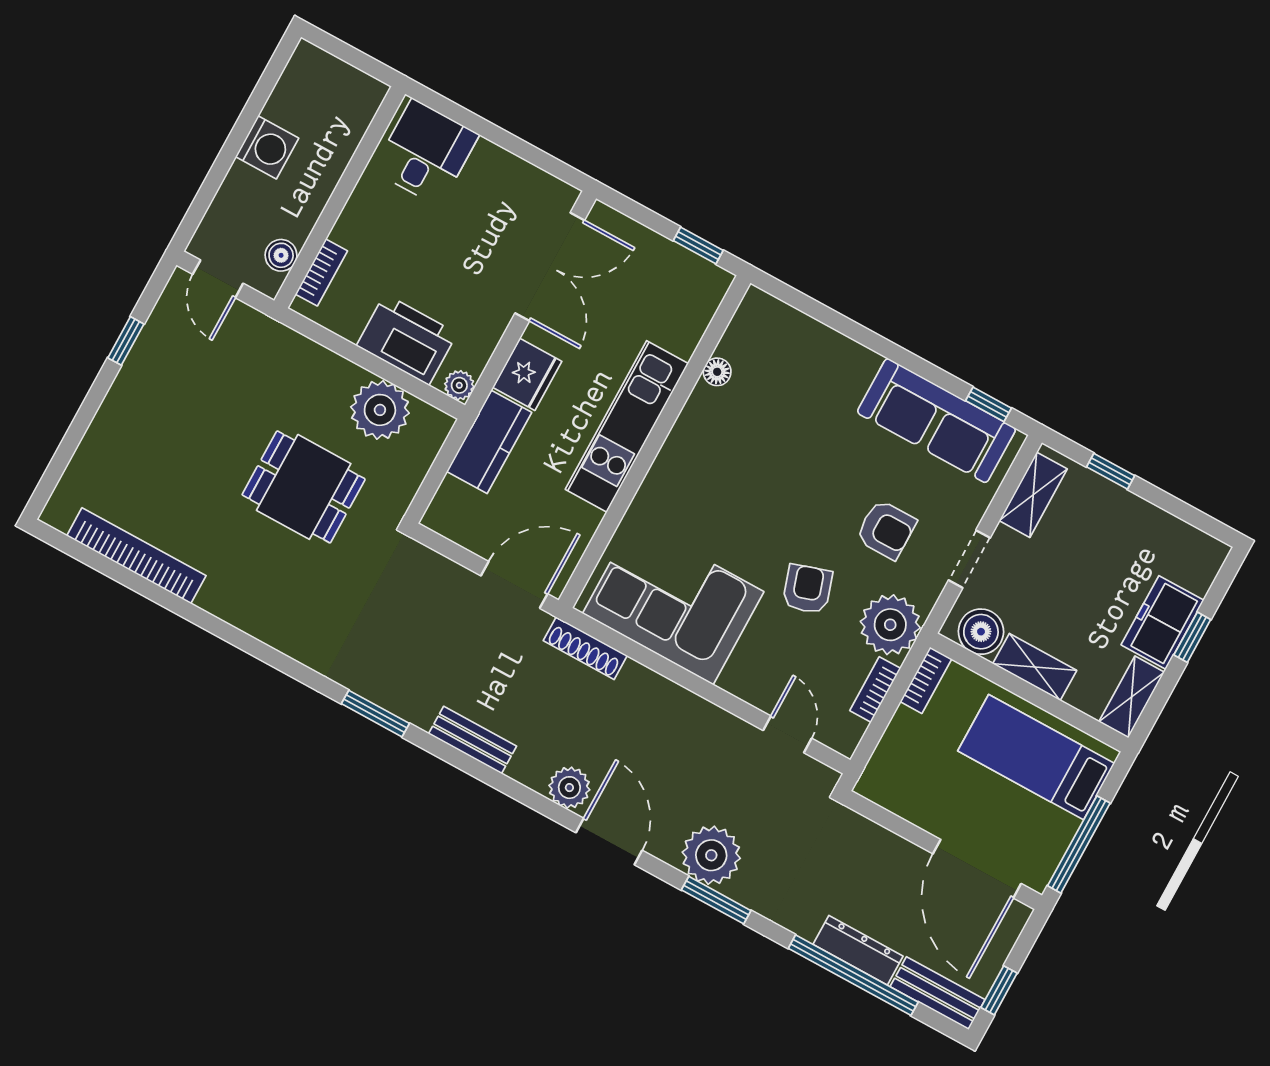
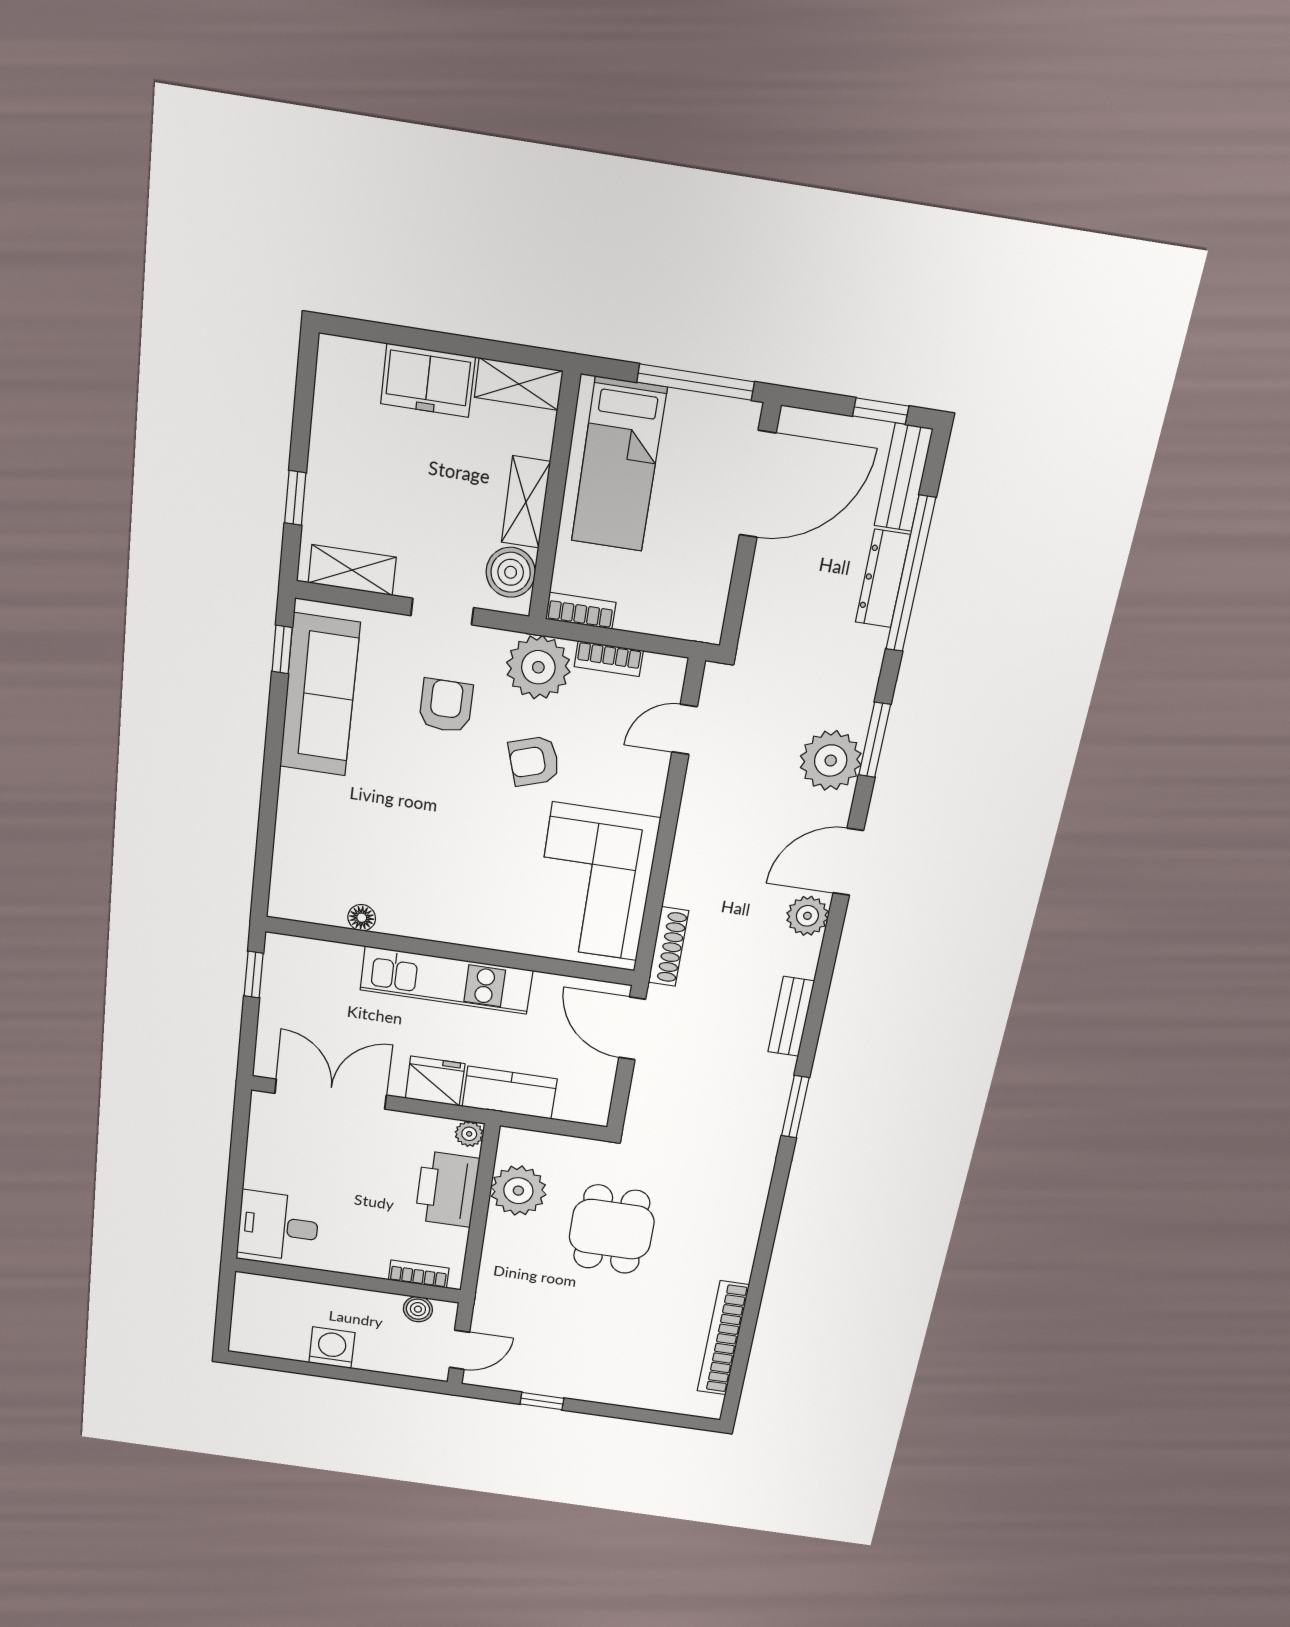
window: (1192, 637) -> (431, 341), removed

